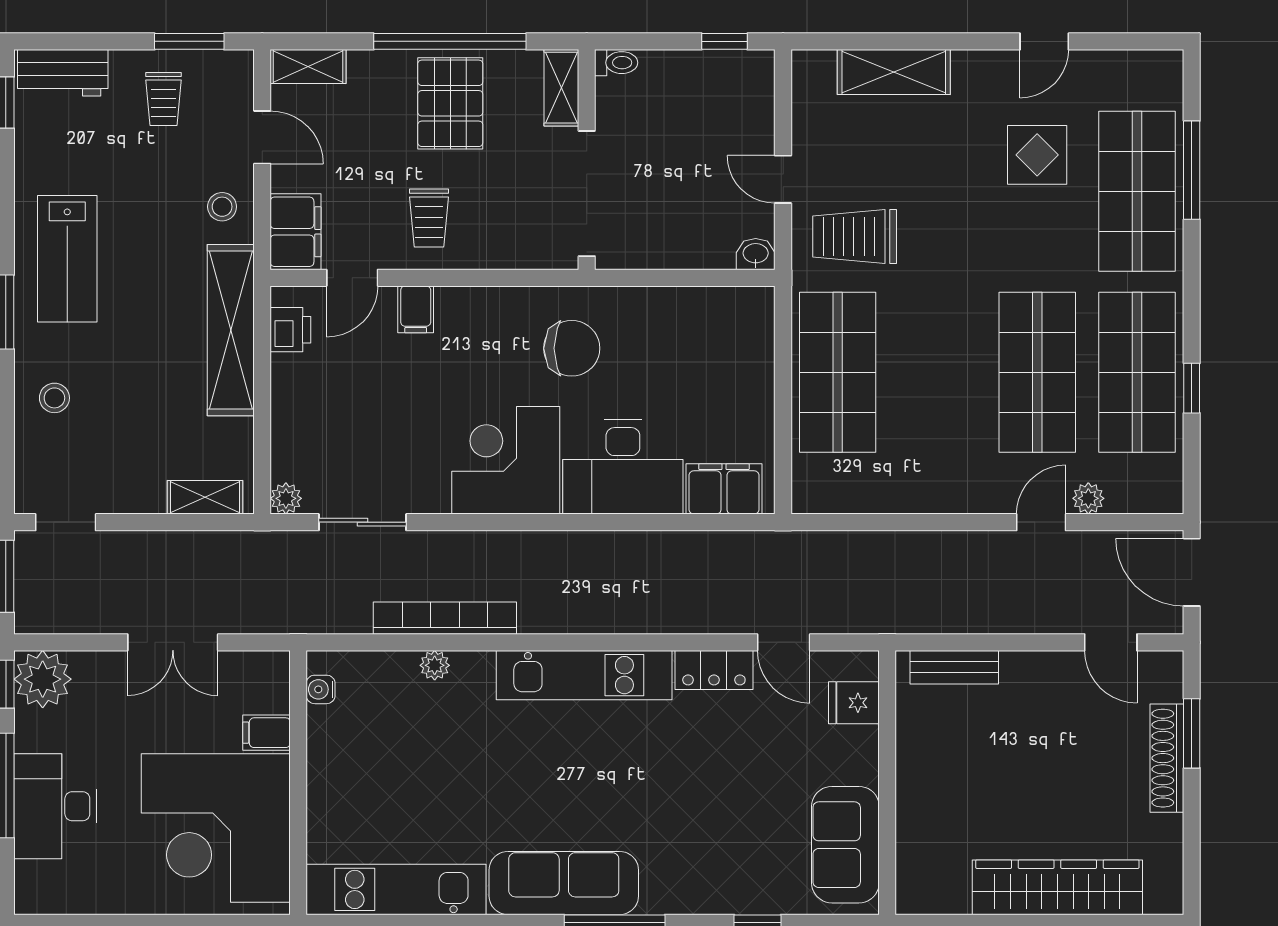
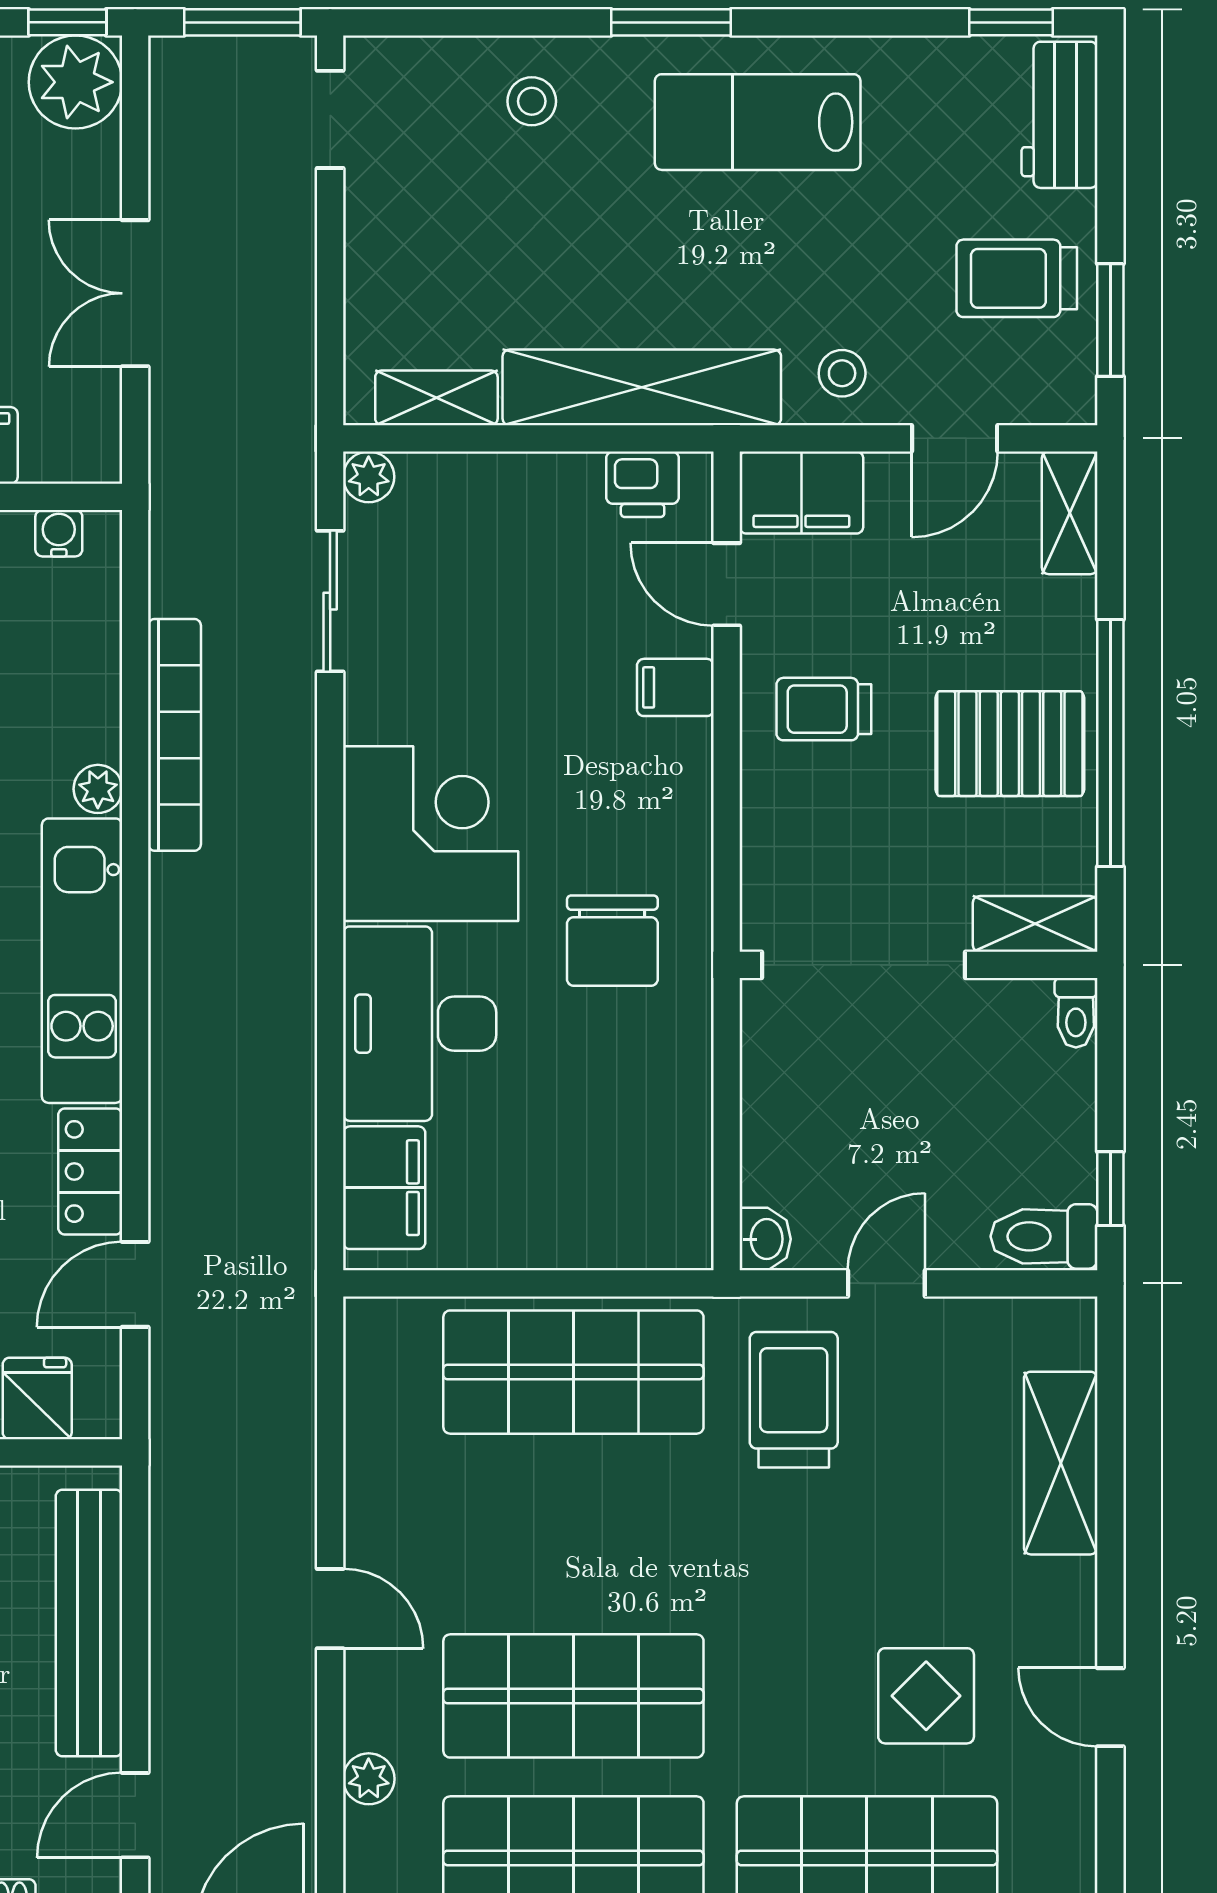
toilet: (754, 82) -> (1044, 1236), added
trolley: (164, 99) -> (1017, 278), width x1.36, depth x1.39
shelving: (205, 497) -> (436, 398), moved, turned 90
door: (1041, 522) -> (330, 1609), moved
plant: (435, 665) -> (98, 789), moved
bench: (954, 667) -> (89, 1623), width x1.86, depth x1.21

